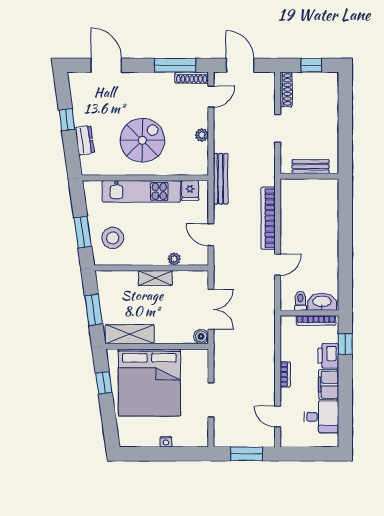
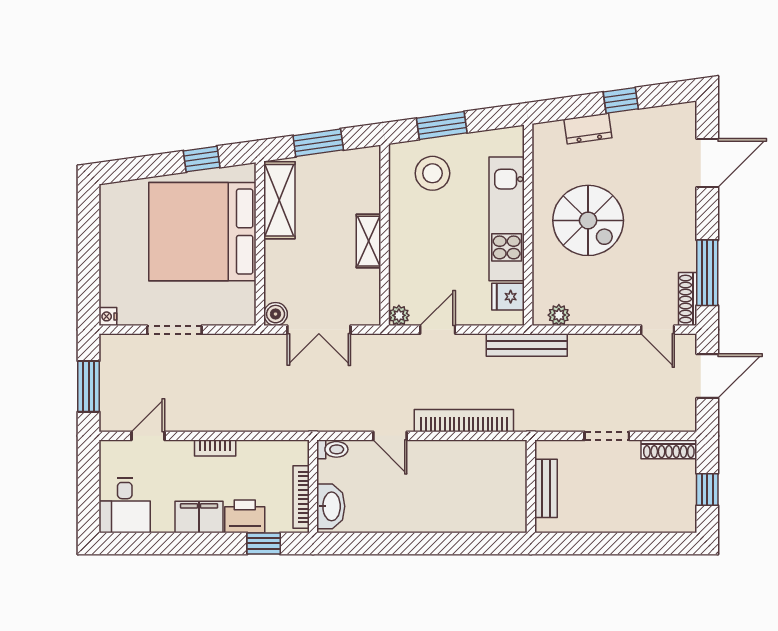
plant: (202, 135) -> (559, 315), moved
plant: (174, 259) -> (399, 315), moved
toilet: (300, 301) -> (332, 449), moved
desk: (321, 417) -> (125, 505), moved
nightstand: (166, 442) -> (108, 316), moved

